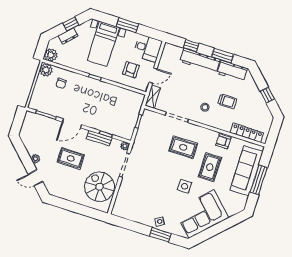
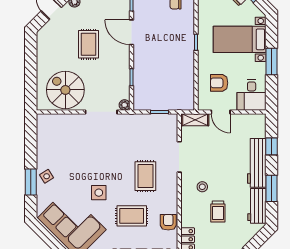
armchair: (131, 70) -> (219, 83), turned 180
bench: (99, 138) -> (124, 71), removed
spiral stairs: (99, 187) -> (65, 90), turned -90

